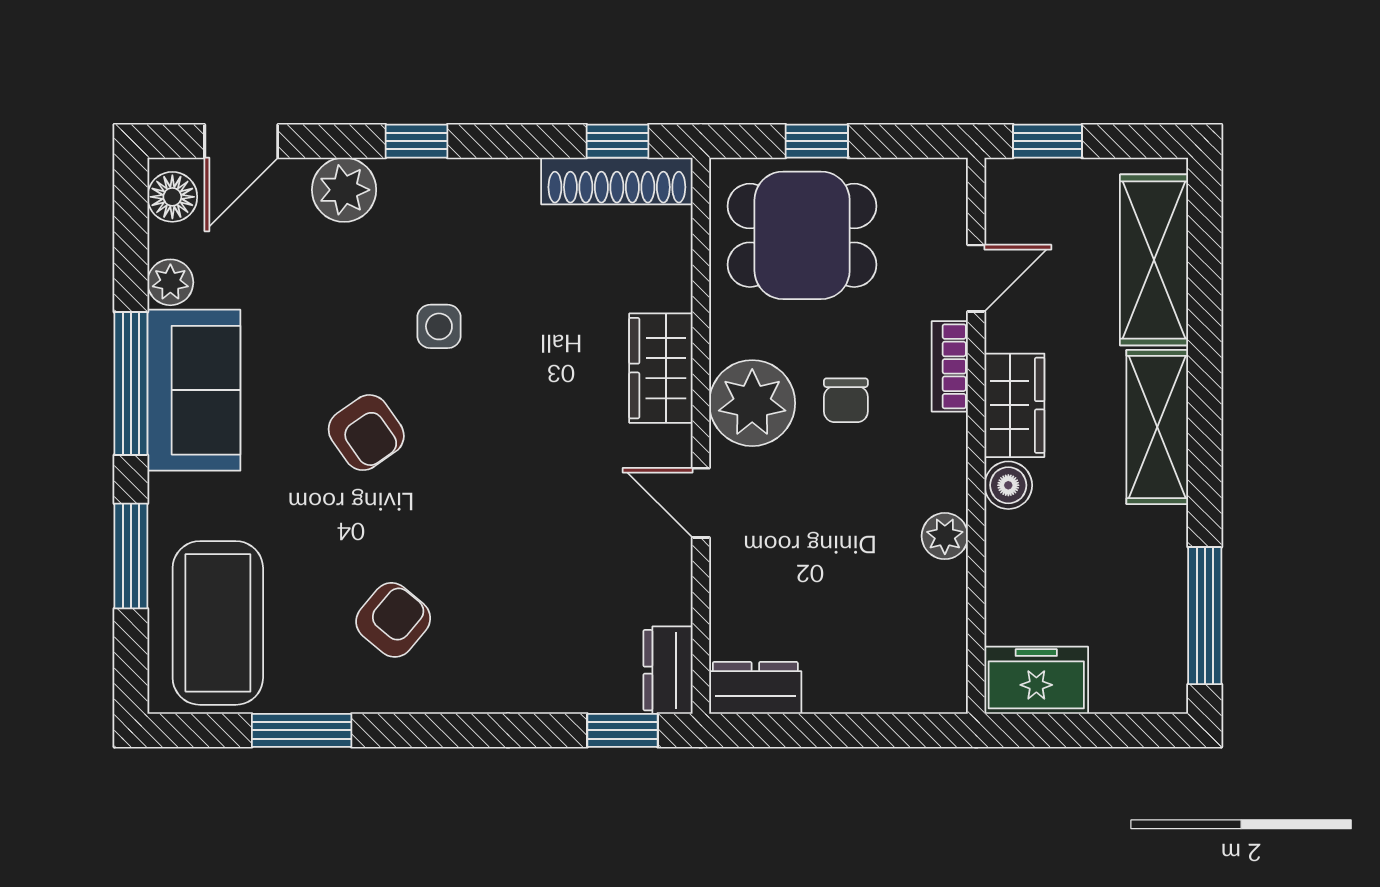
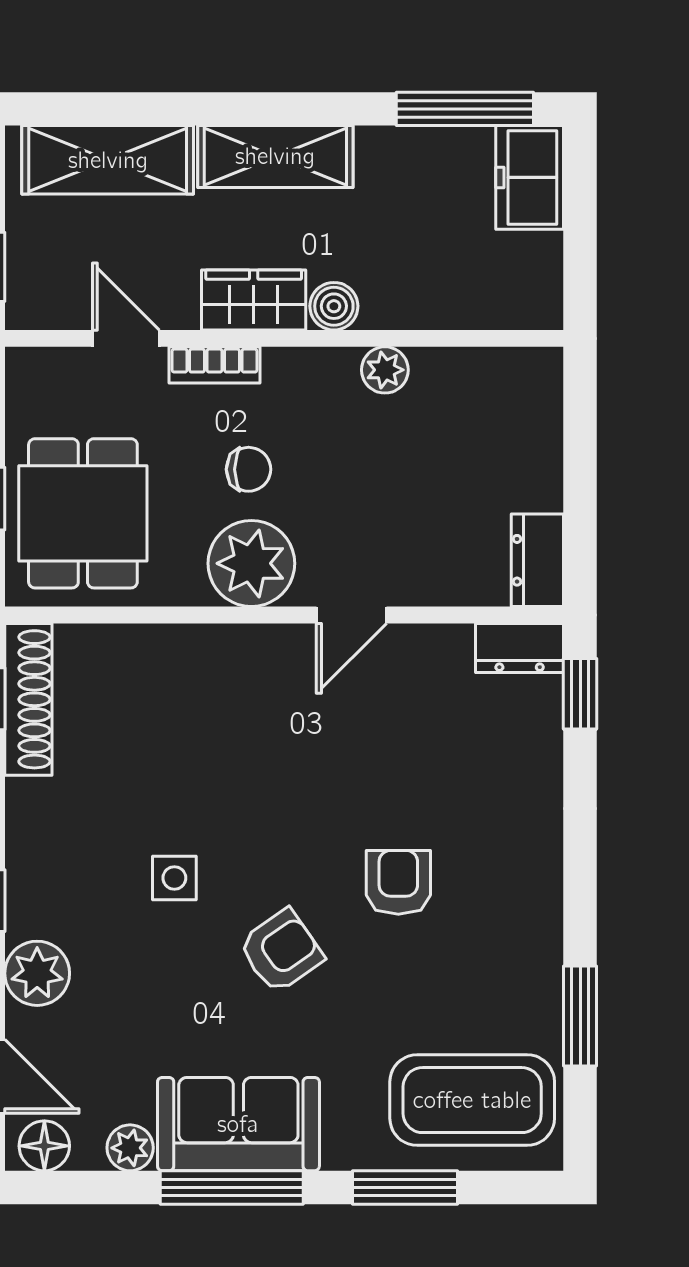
wardrobe: (661, 368) -> (216, 655), removed
armchair: (393, 620) -> (398, 882), moved, turned 50
freezer: (1036, 680) -> (530, 177), moved

